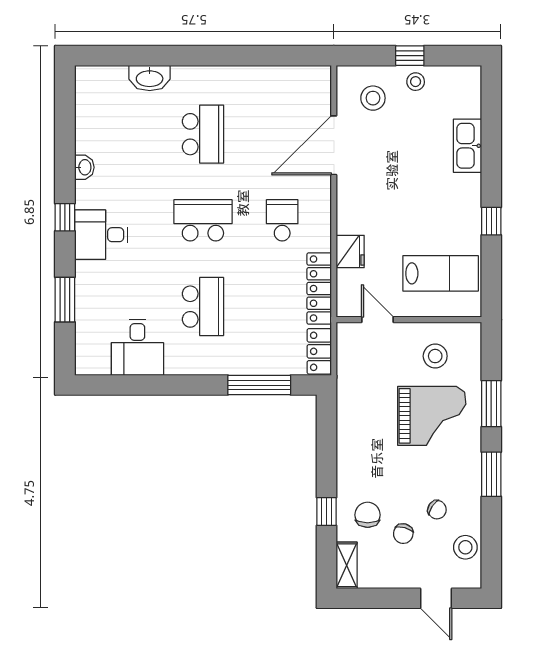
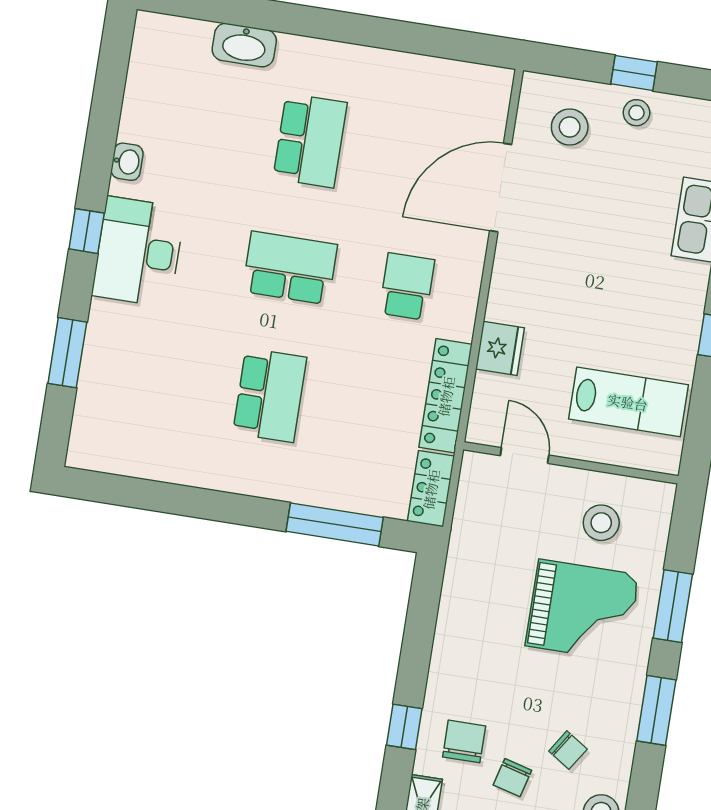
desk: (101, 235) -> (138, 252), width x1.37
desk: (137, 347) -> (163, 440), removed

